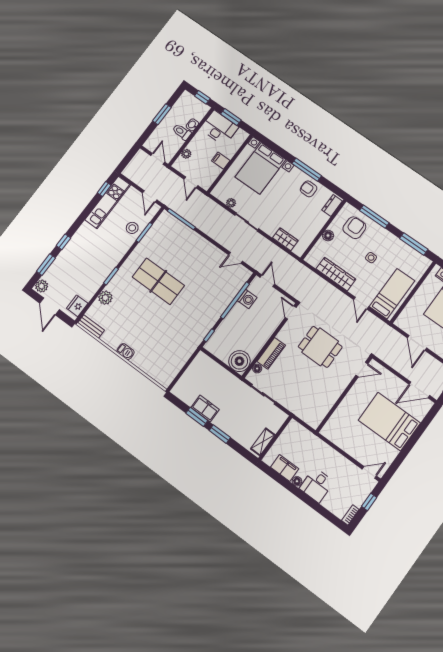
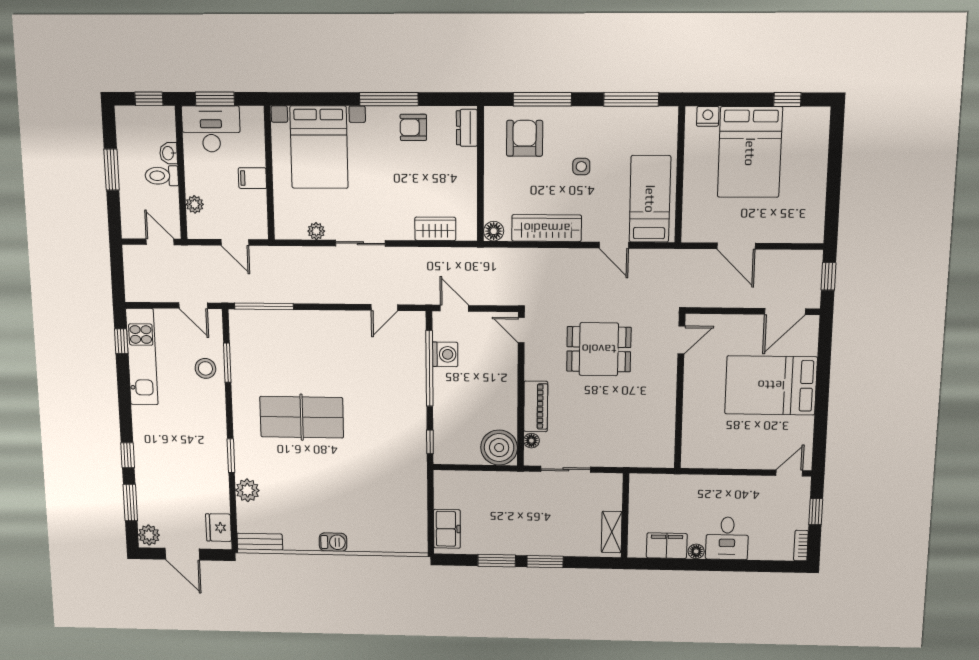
floor lamp: (328, 235) -> (494, 231), moved
freezer: (205, 408) -> (447, 529), moved, turned 90

